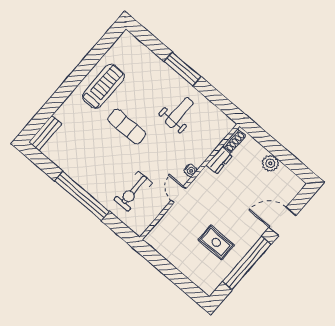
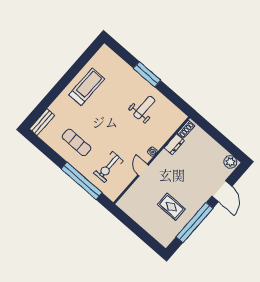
exercise mat: (127, 127) -> (76, 142), moved
plant: (270, 163) -> (230, 162), moved
window: (82, 196) -> (81, 181), moved
door: (282, 221) -> (222, 191), swing flipped

